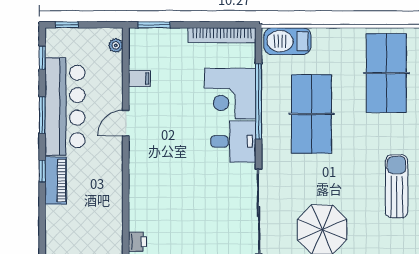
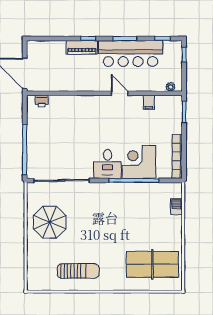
barbecue: (287, 41) -> (176, 207), width x0.53, depth x0.65
table tennis table: (312, 114) -> (126, 215), removed

